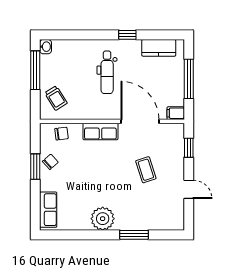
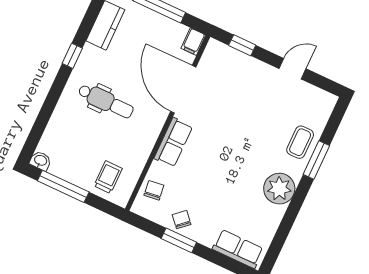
trolley: (56, 98) -> (108, 177), turned -58
door: (140, 121) -> (183, 89), hinge flipped
coffee table: (146, 170) -> (300, 142), moved, turned -72

